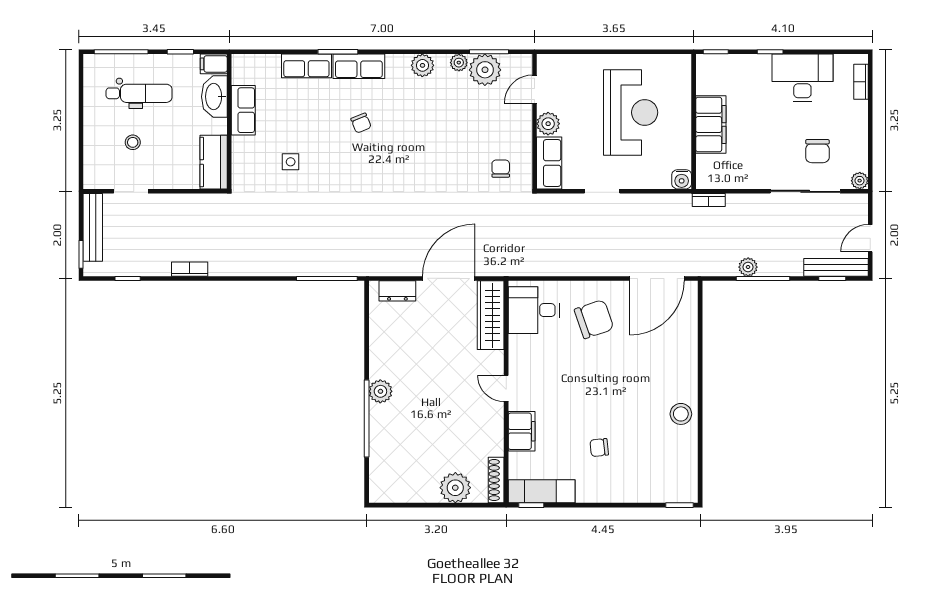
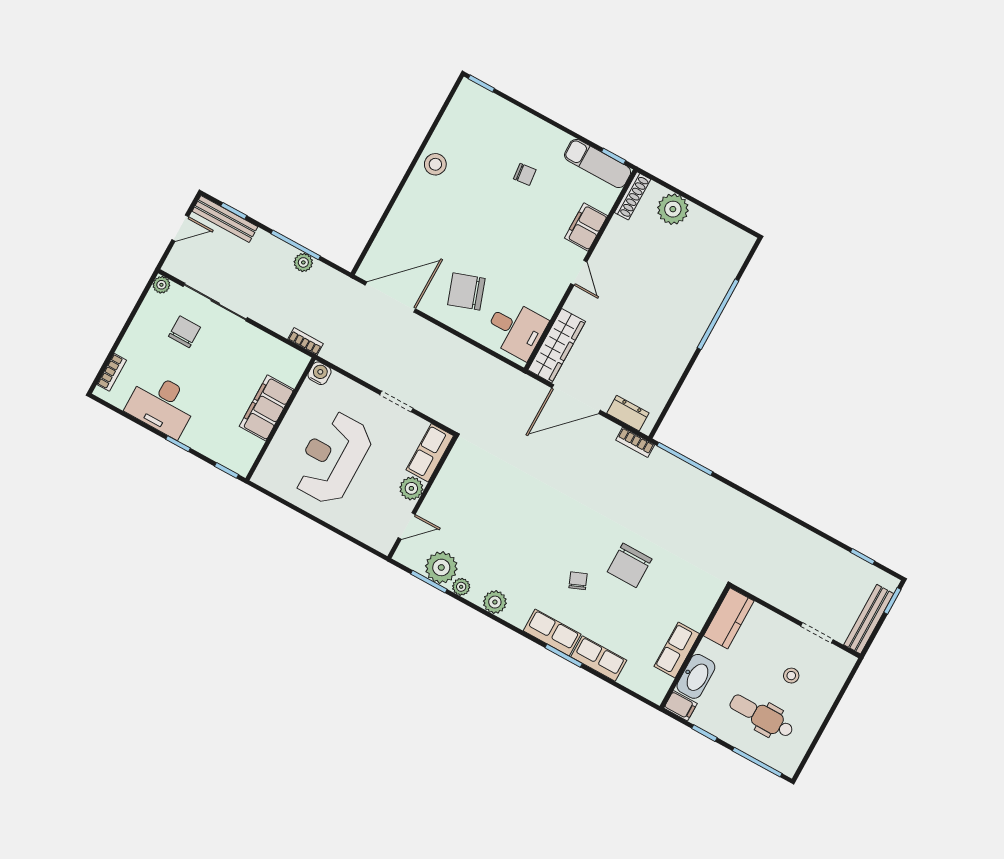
side table: (291, 162) -> (660, 581), removed
chair: (501, 169) -> (630, 565), moved, width x1.87, depth x1.87
bookcase: (190, 269) -> (635, 442), moved
plant: (380, 391) -> (692, 332), removed

